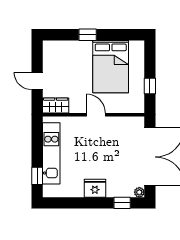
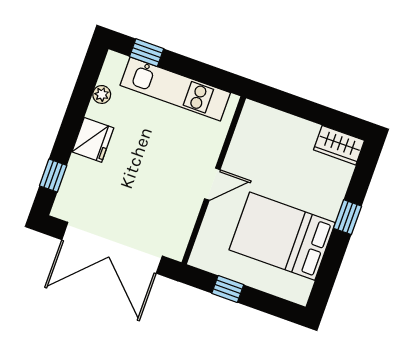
door: (37, 81) -> (301, 108), removed
wardrobe: (56, 105) -> (339, 145), moved, turned 90
plant: (139, 192) -> (102, 94), moved

